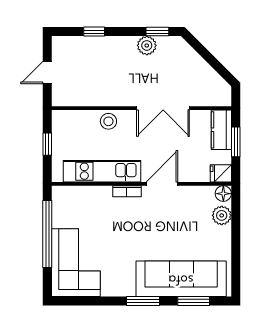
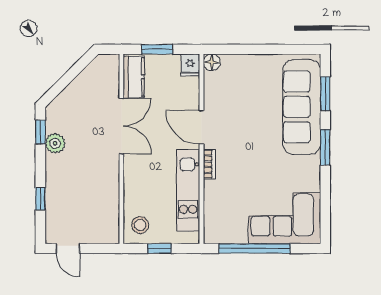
door: (47, 73) -> (68, 248), moved
stool: (108, 121) -> (140, 225), moved
kitchen counter: (221, 130) -> (134, 77), moved, turned -90
plant: (222, 215) -> (235, 64), removed

